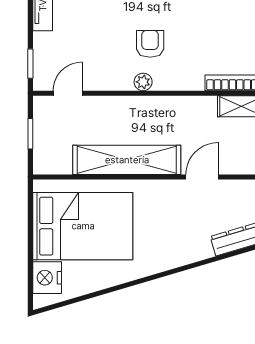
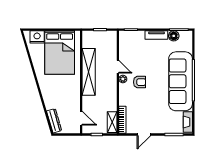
door: (68, 93) -> (118, 67), moved
door: (202, 177) -> (81, 118), moved

